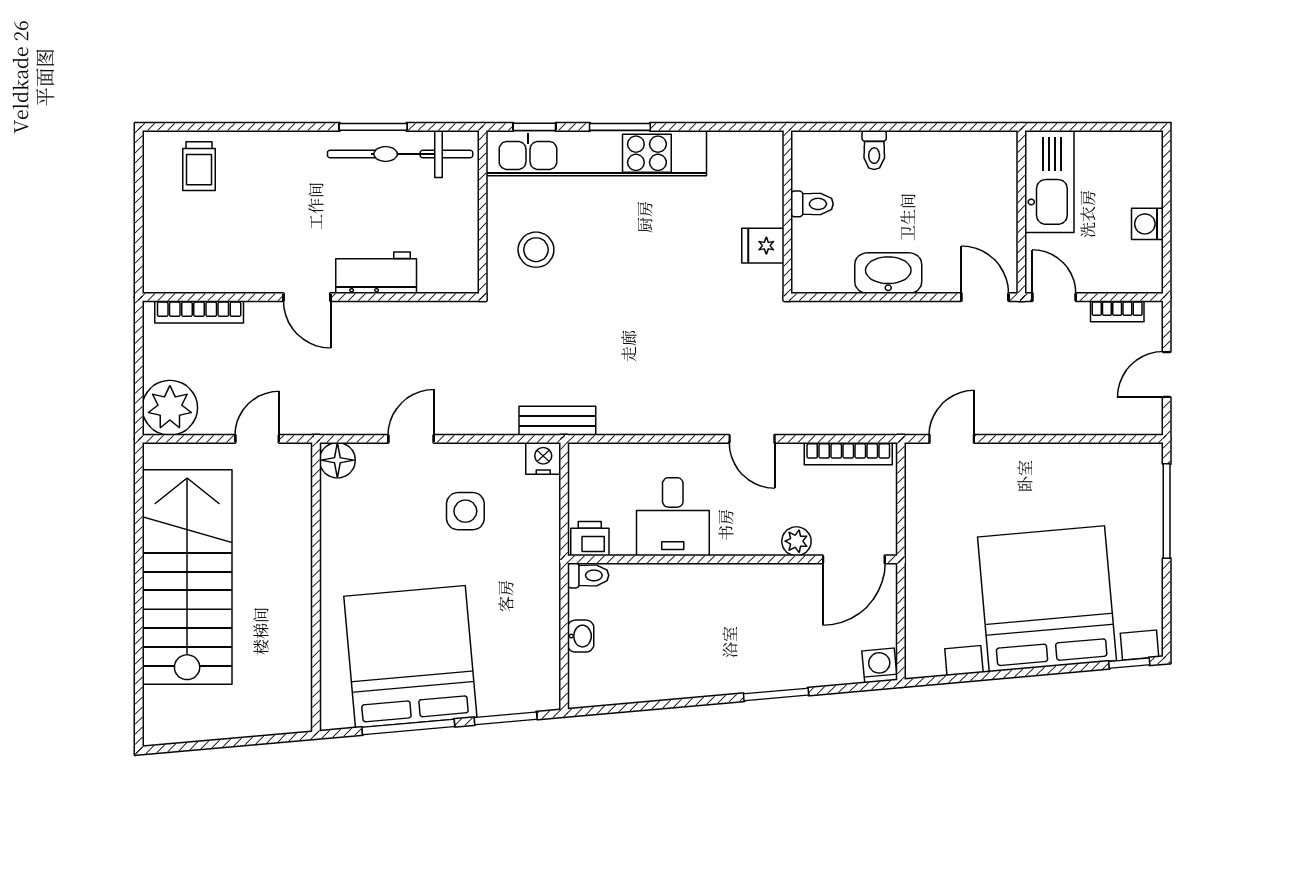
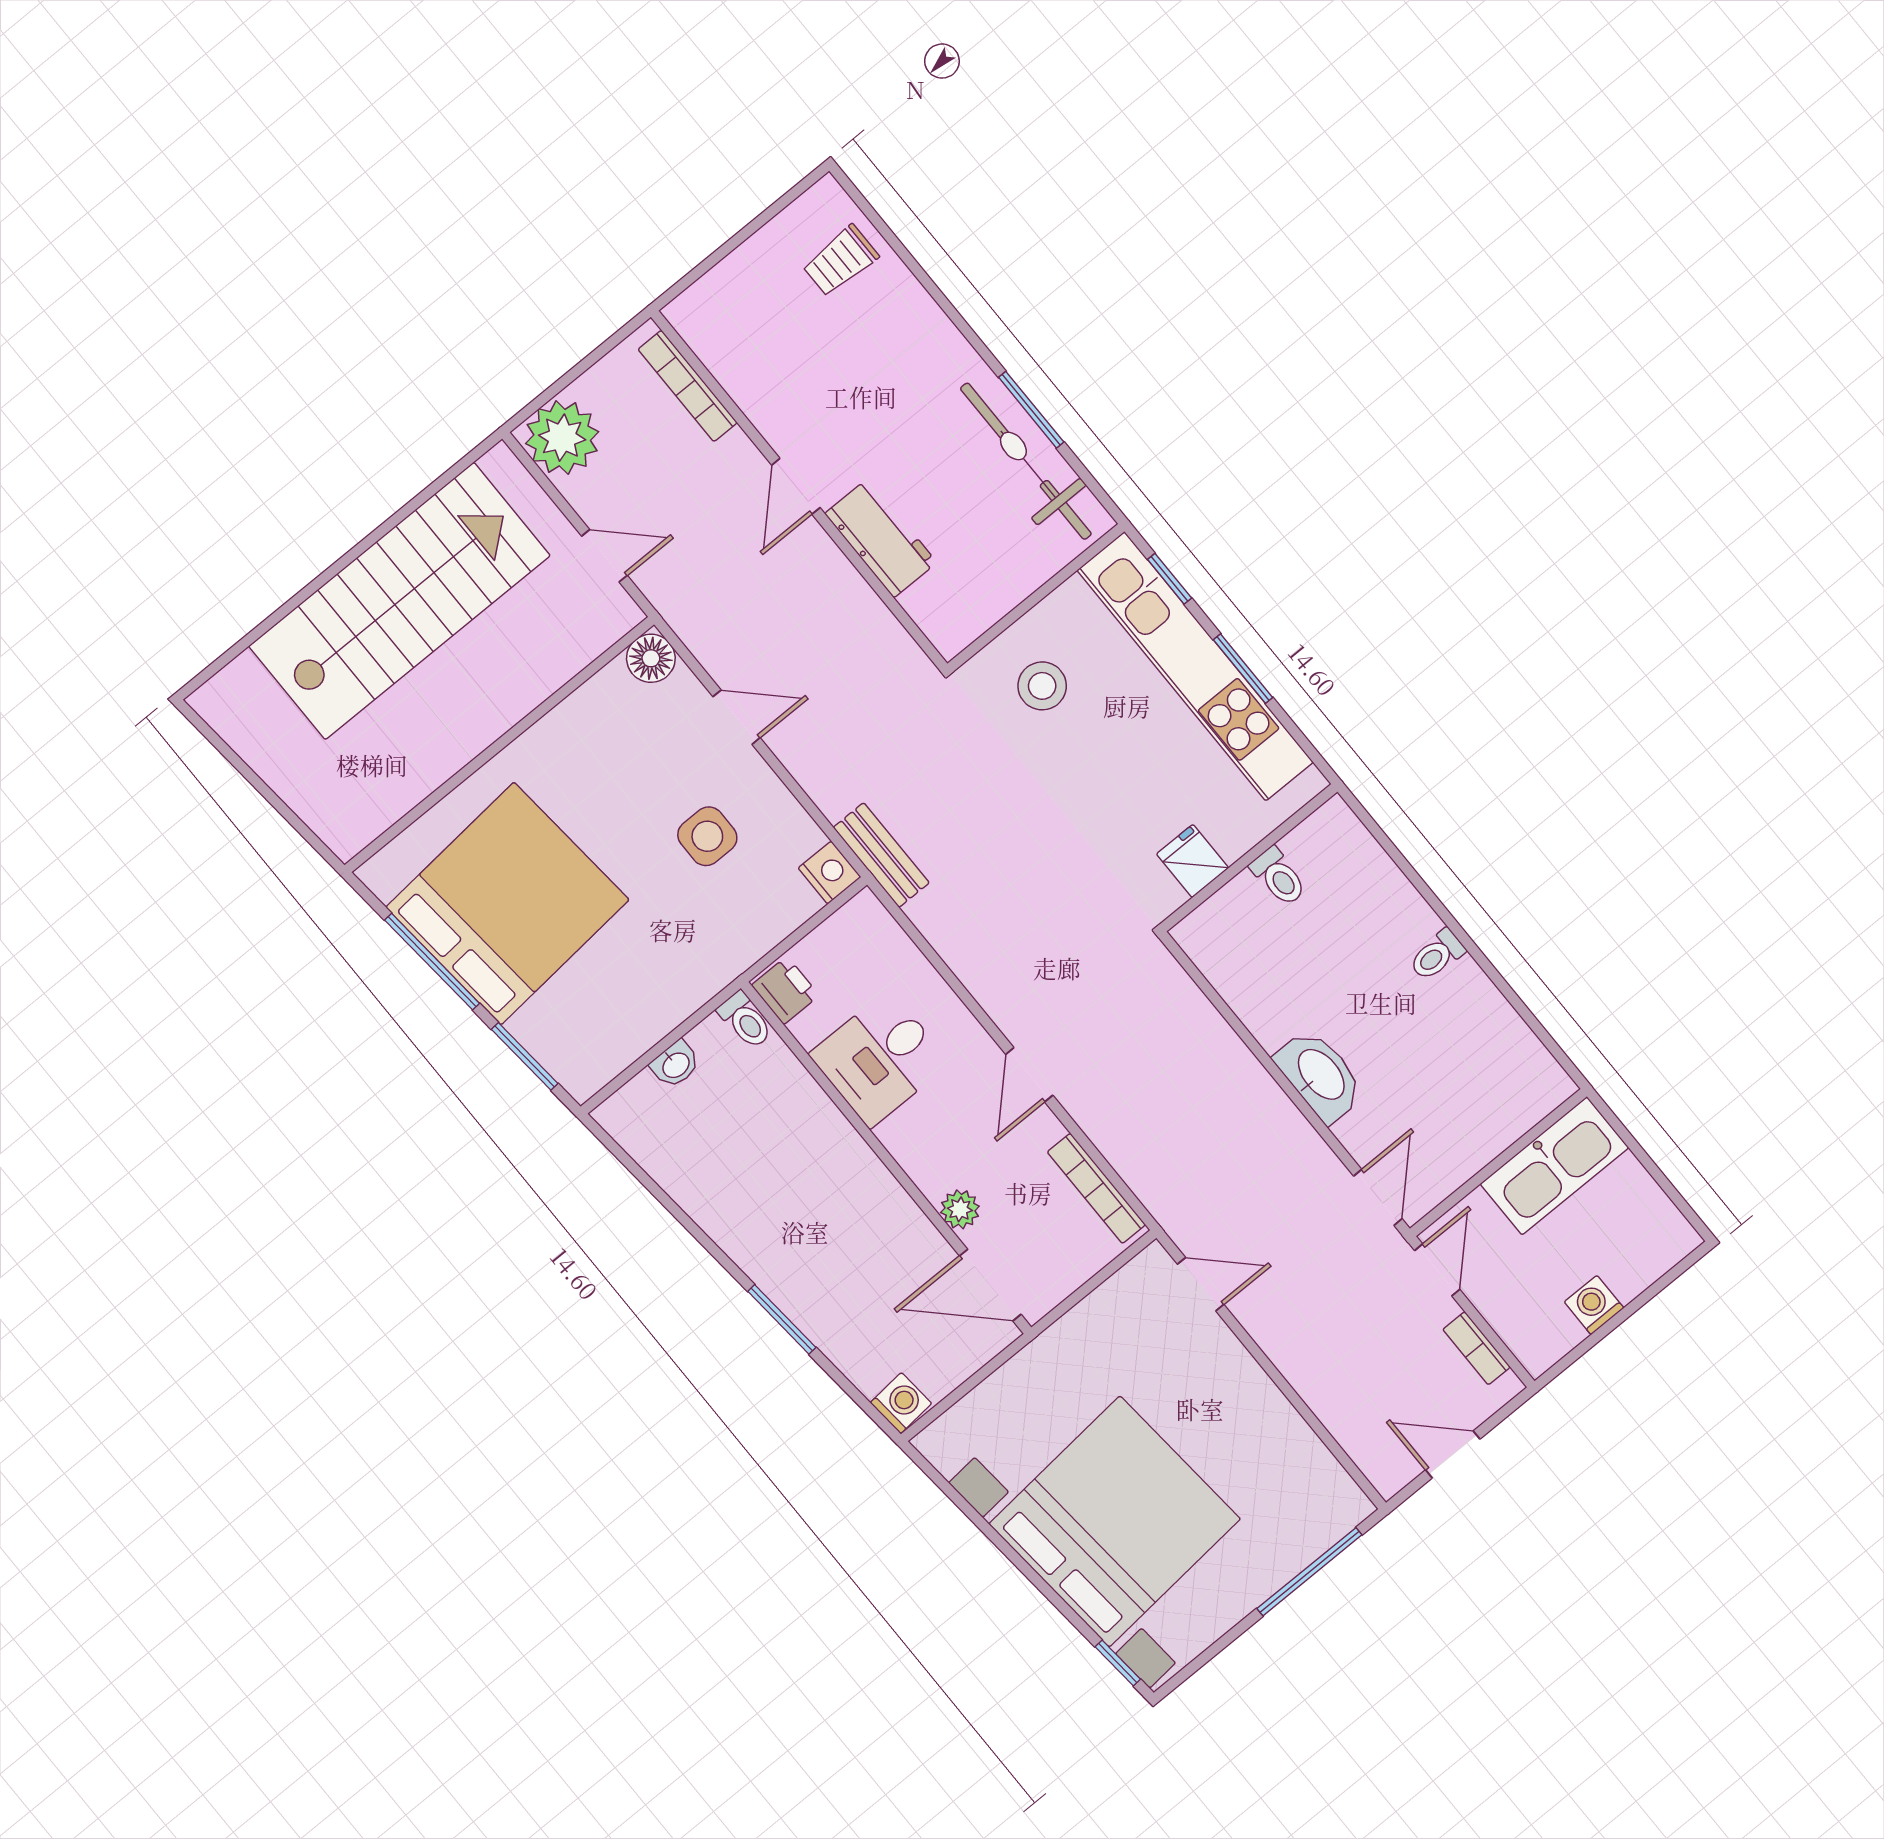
toilet: (812, 204) -> (1278, 877), moved
wall: (787, 212) -> (1249, 858), moved
fridge: (763, 246) -> (1193, 861), moved

